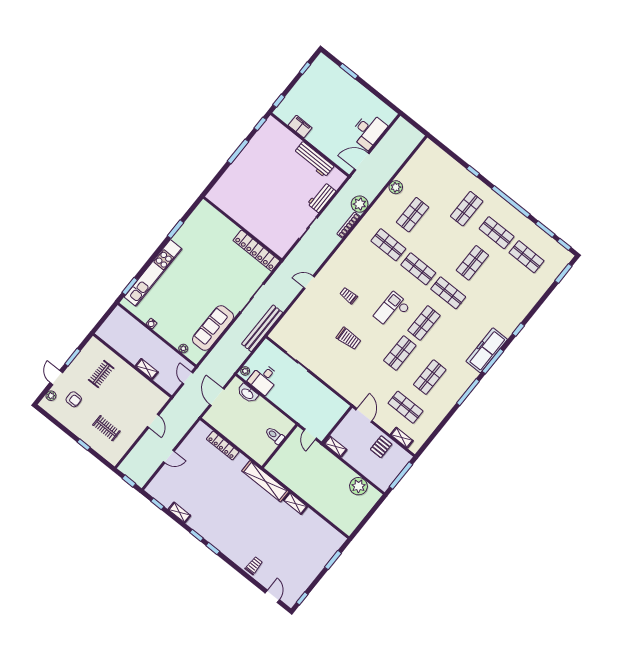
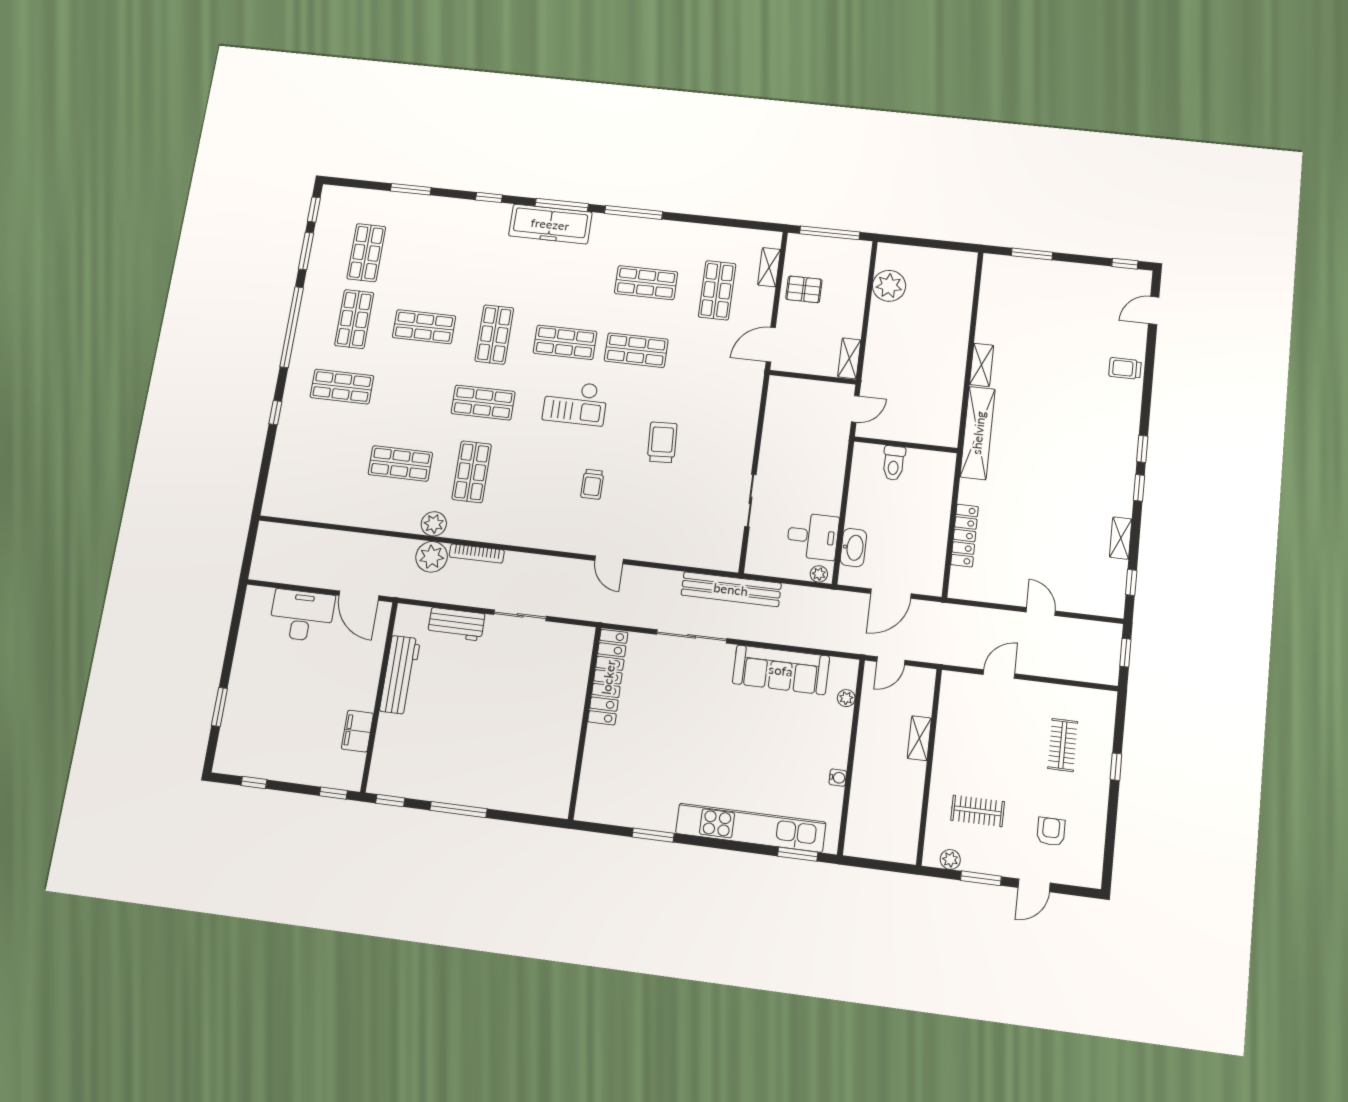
plant: (396, 187) -> (434, 524), moved
shop shelf: (418, 269) -> (483, 403), turned 90
window: (563, 273) -> (411, 189), moved
plant: (51, 396) -> (950, 859), moved

